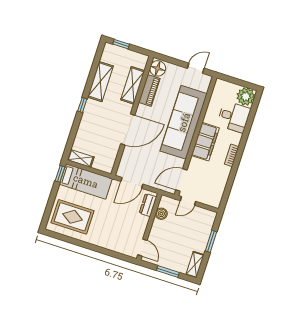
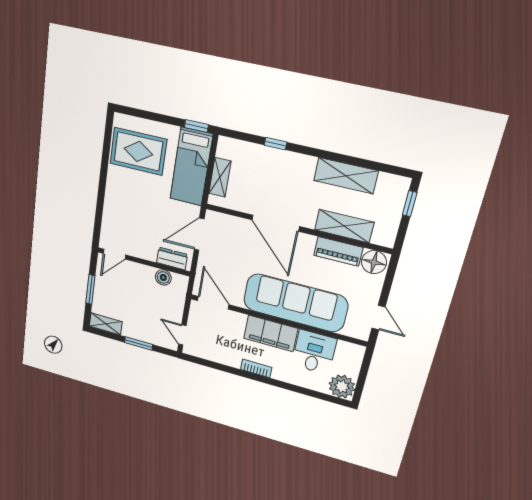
window: (82, 105) -> (275, 144), moved
desk: (234, 117) -> (314, 352), moved, turned 180
shelving: (81, 158) -> (220, 177), moved
door: (132, 183) -> (199, 234), hinge flipped
door: (188, 201) -> (182, 335), moved
rug: (72, 217) -> (138, 151), turned 90

